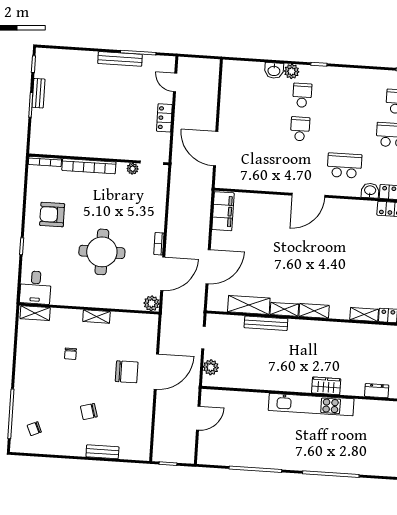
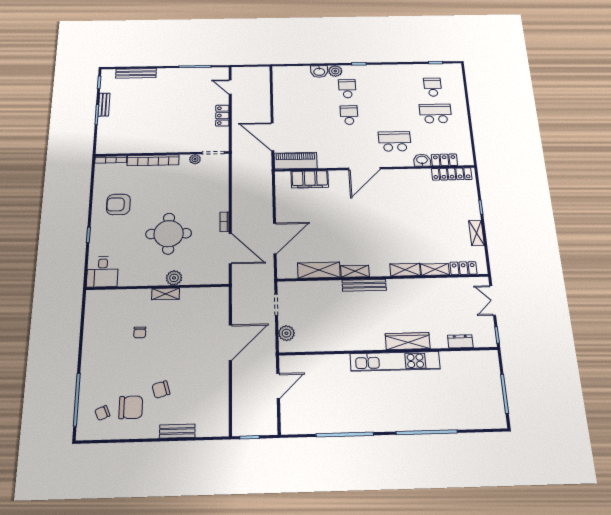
bench: (120, 59) -> (136, 73), moved
piano: (237, 180) -> (295, 161), added
filing cabinet: (223, 211) -> (310, 179), moved, turned 90
door: (163, 274) -> (230, 249), hinge flipped
plant: (152, 303) -> (174, 278), moved
shelving: (314, 311) -> (405, 270), moved
shelving: (35, 313) -> (102, 296), removed
bench: (266, 323) -> (364, 285), moved
chair: (127, 372) -> (131, 407), moved
wardrobe: (326, 386) -> (408, 341), width x1.50

